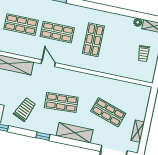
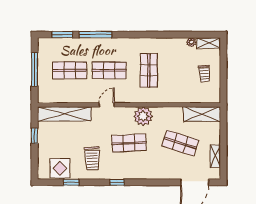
door: (48, 63) -> (107, 105), hinge flipped
plant: (80, 81) -> (143, 116), added
trolley: (25, 109) -> (92, 158), turned 153
shelving: (75, 133) -> (202, 114), moved

